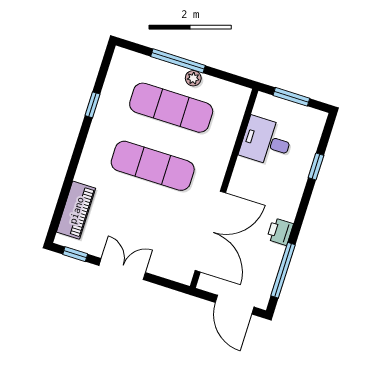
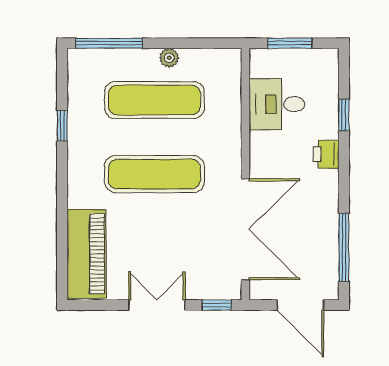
window: (178, 61) -> (109, 43), moved
piano: (76, 210) -> (87, 254), width x1.37, depth x1.33
printer: (280, 232) -> (326, 154), moved
window: (75, 254) -> (217, 305), moved

